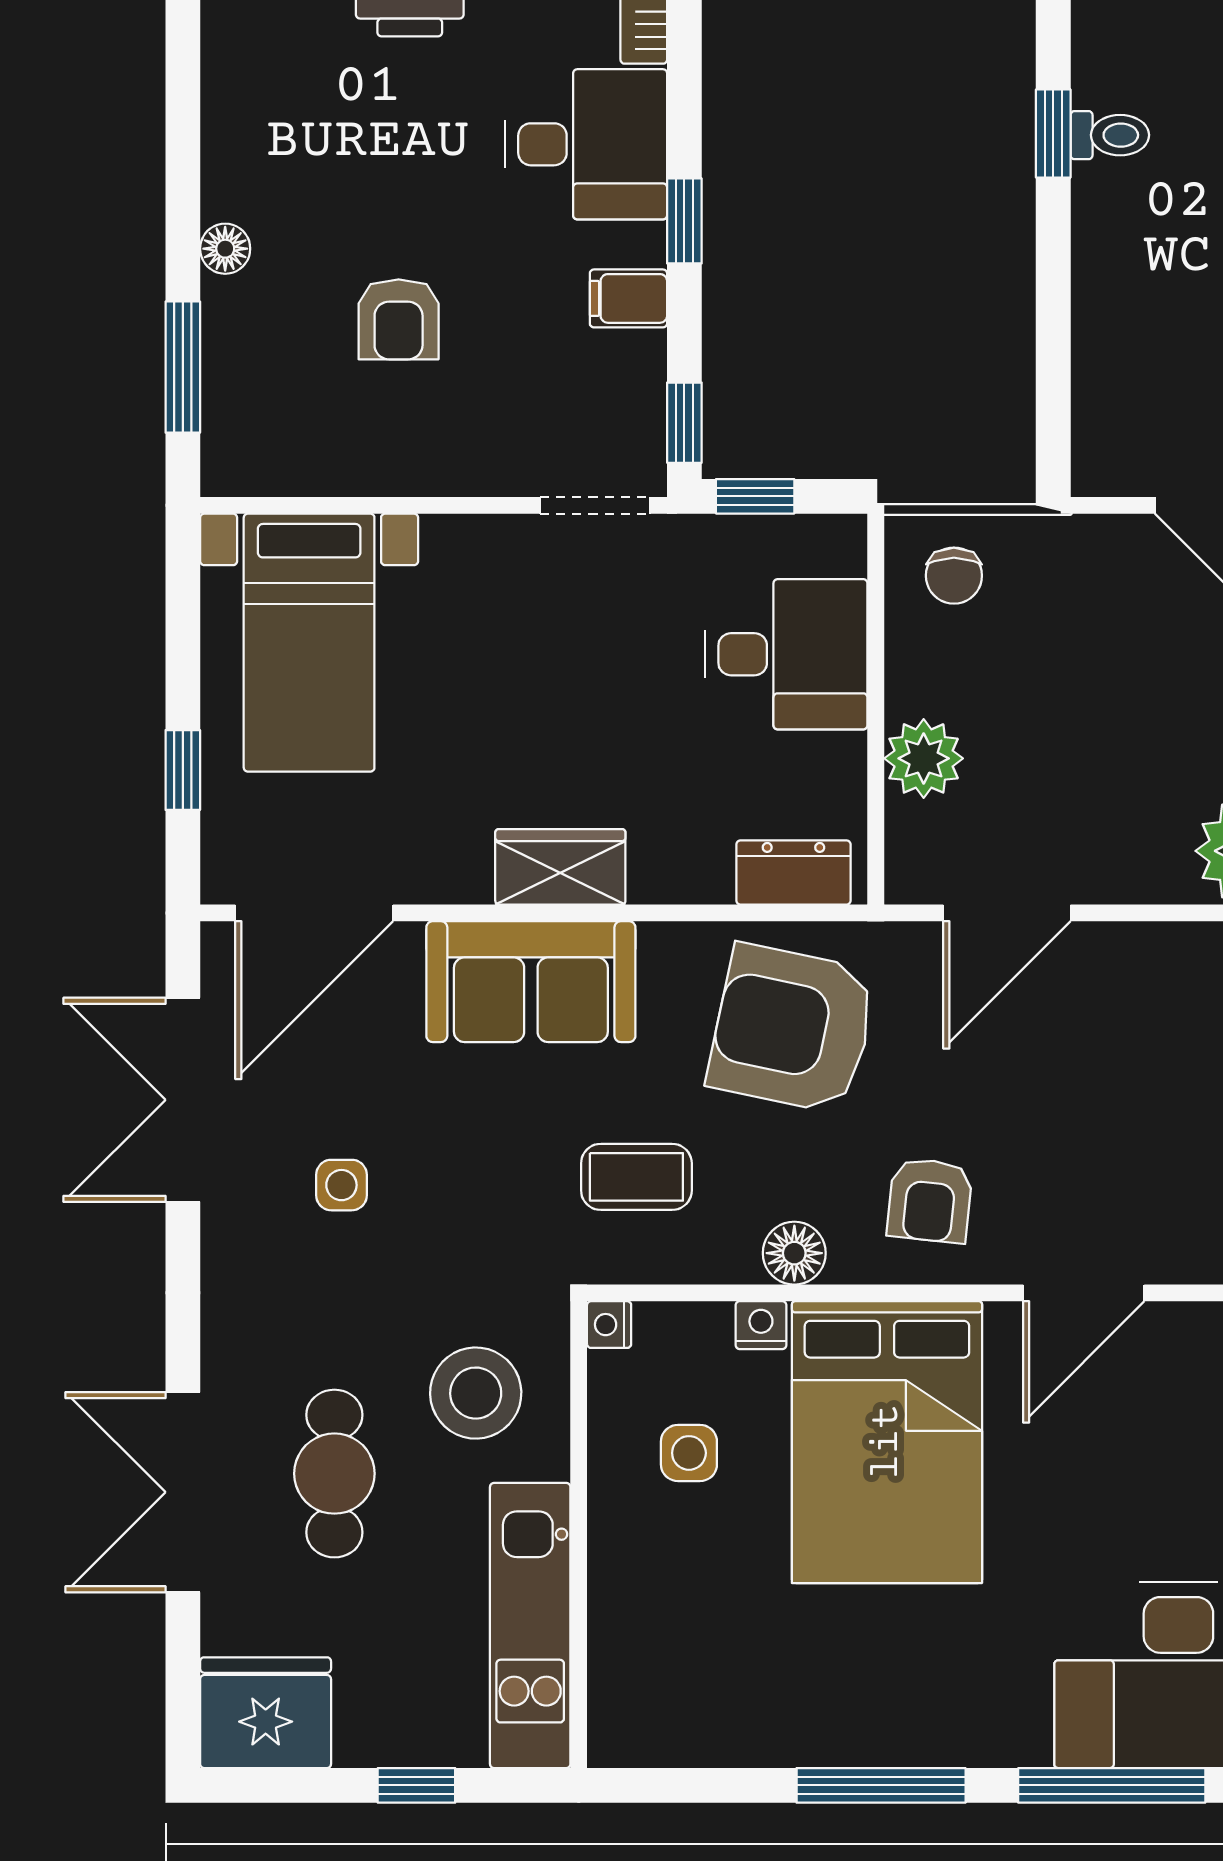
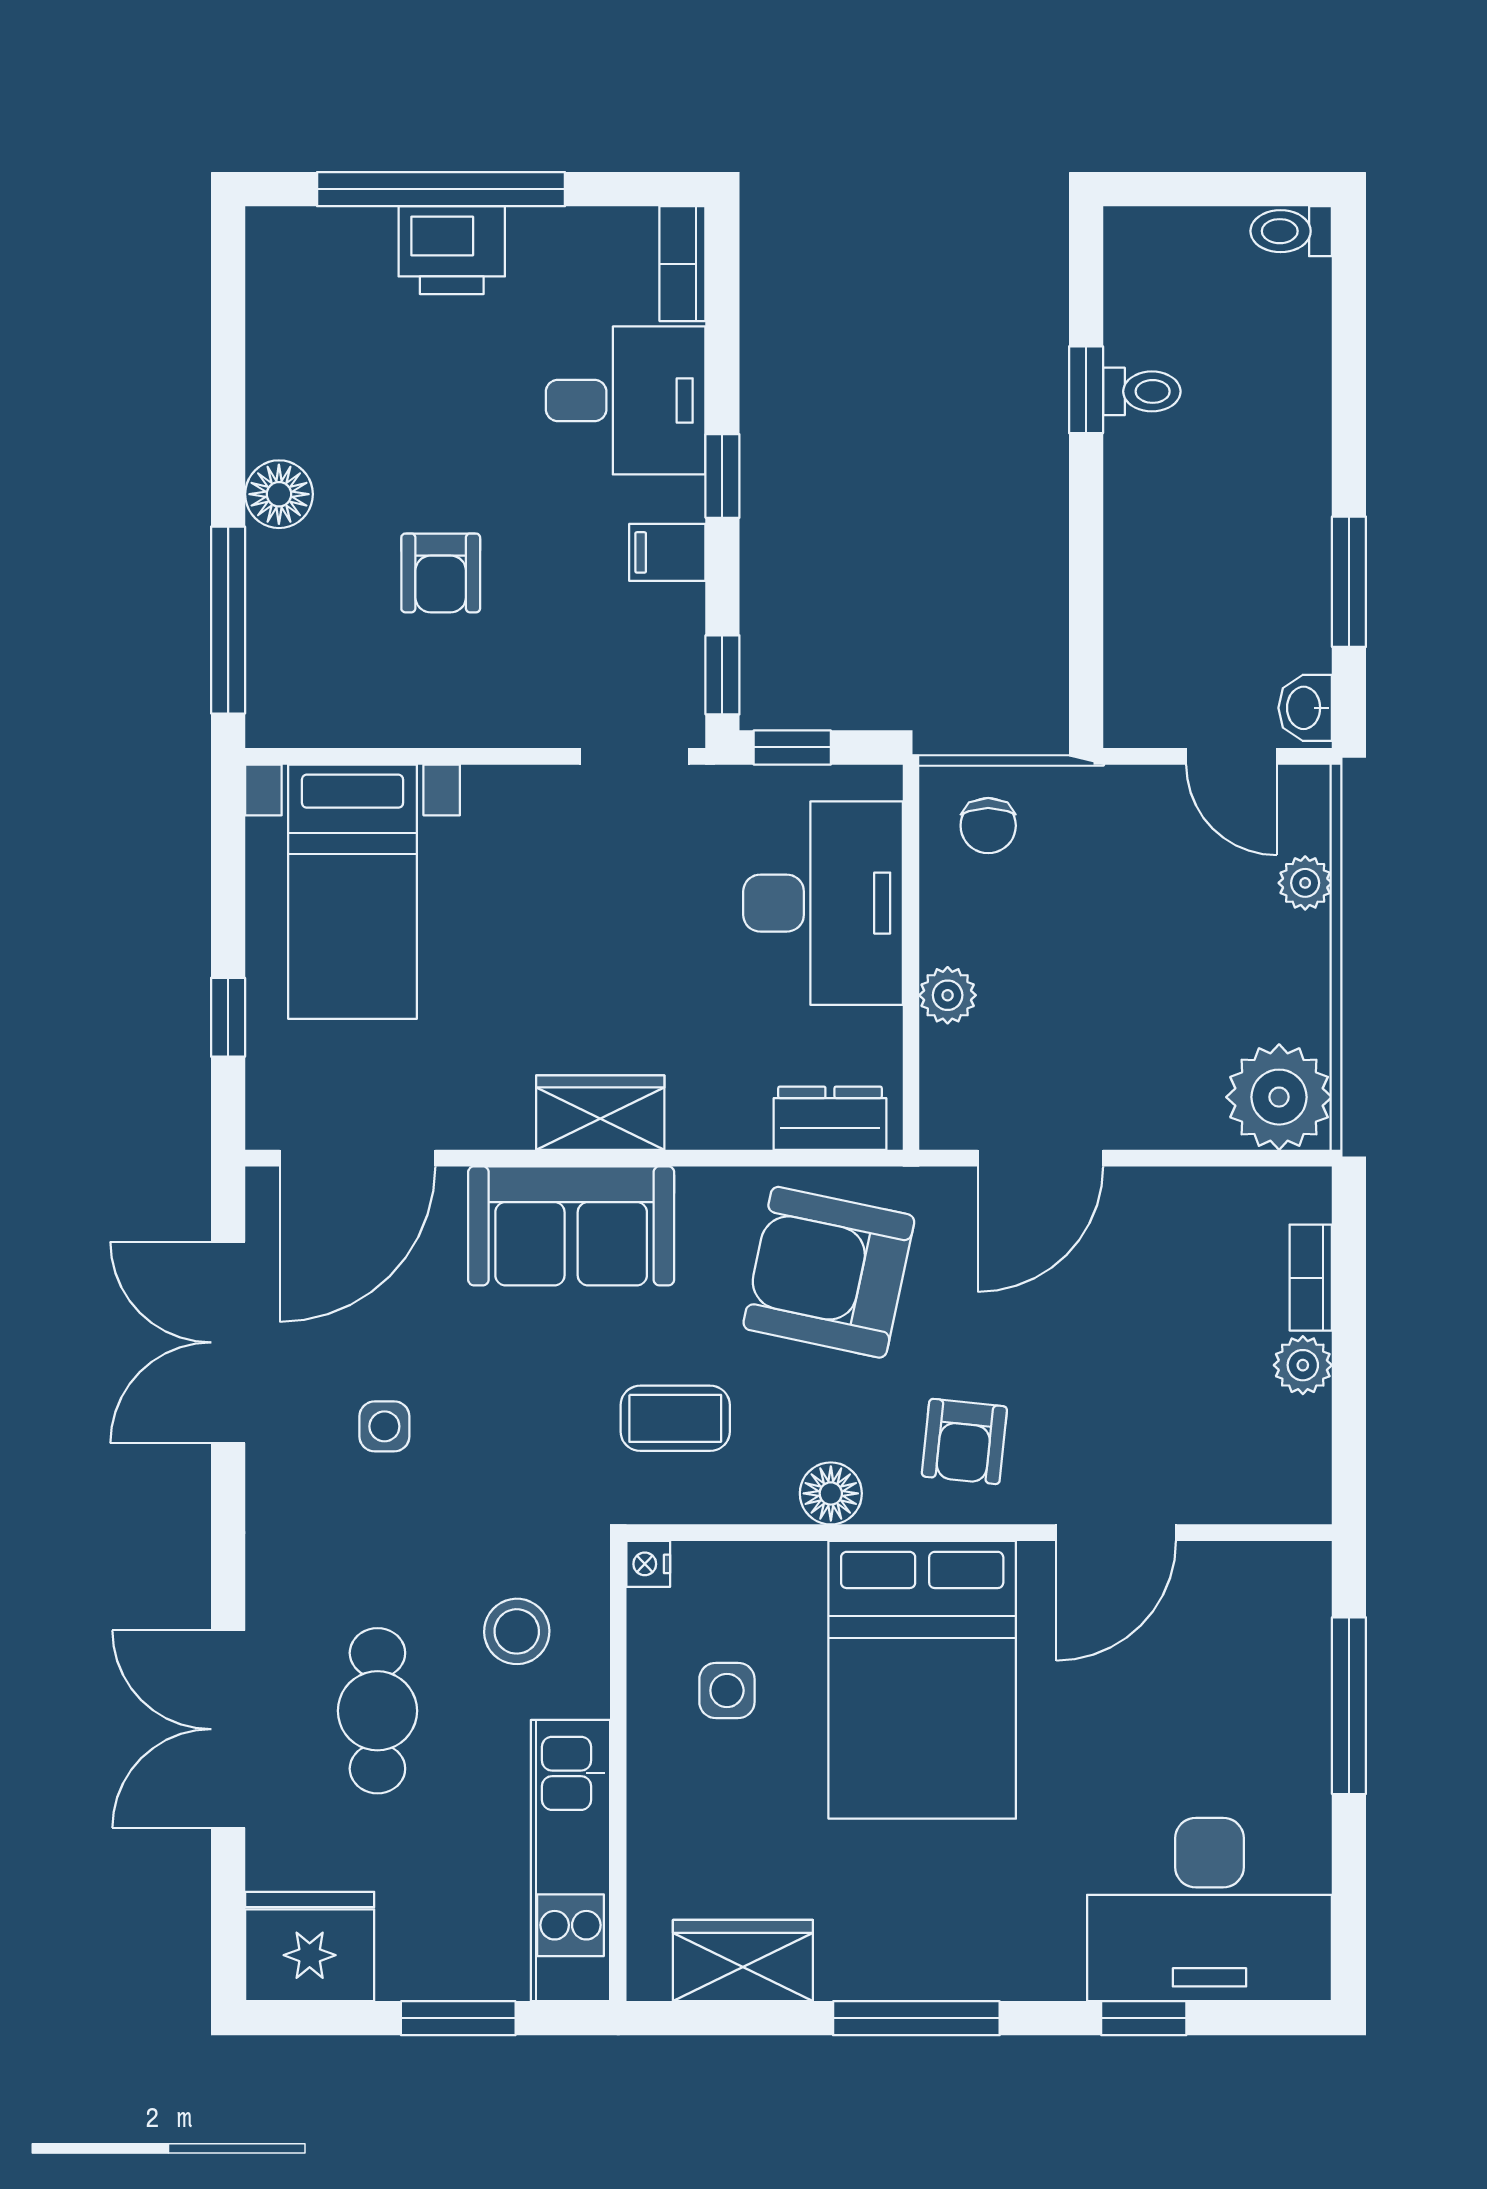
floor lamp: (225, 249) -> (279, 494), width x1.37, depth x1.37
window: (183, 367) -> (228, 620), width x1.44
desk: (786, 654) -> (823, 903), width x1.37
plant: (924, 758) -> (948, 995), width x0.73, depth x0.73
nightstand: (761, 1325) -> (798, 1564), removed
stool: (476, 1393) -> (517, 1631), width x0.73, depth x0.73
wardrobe: (705, 1727) -> (743, 1961), added
window: (416, 1785) -> (458, 2018), width x1.50
window: (1112, 1785) -> (1144, 2018), width x0.46

